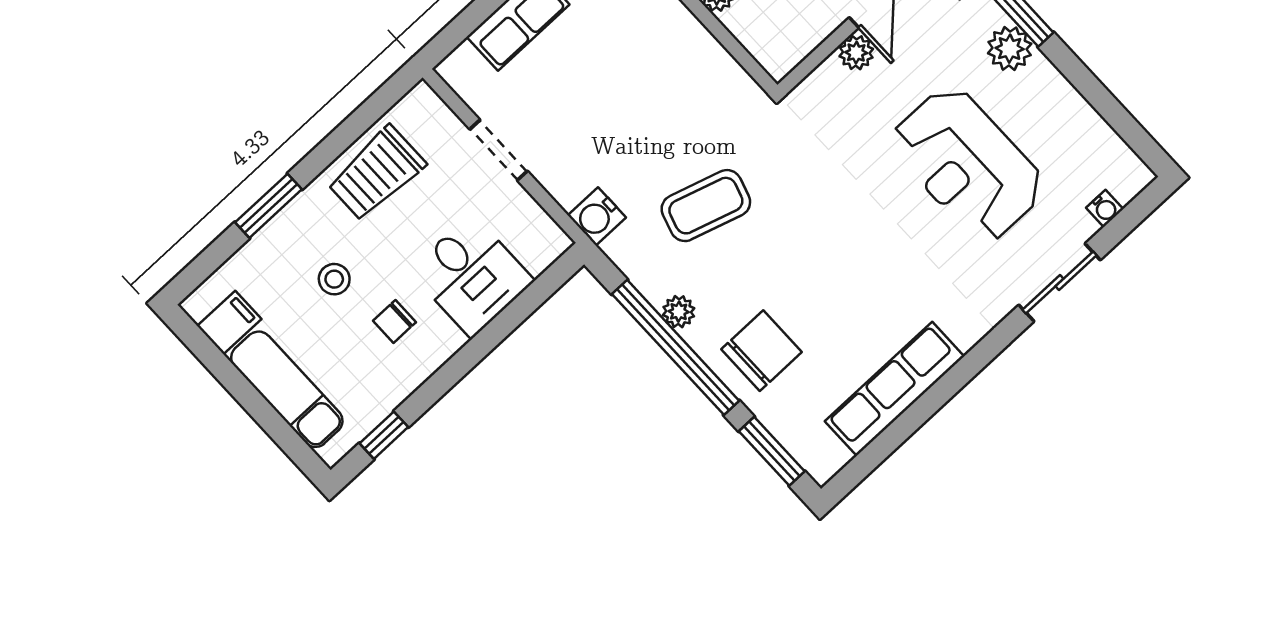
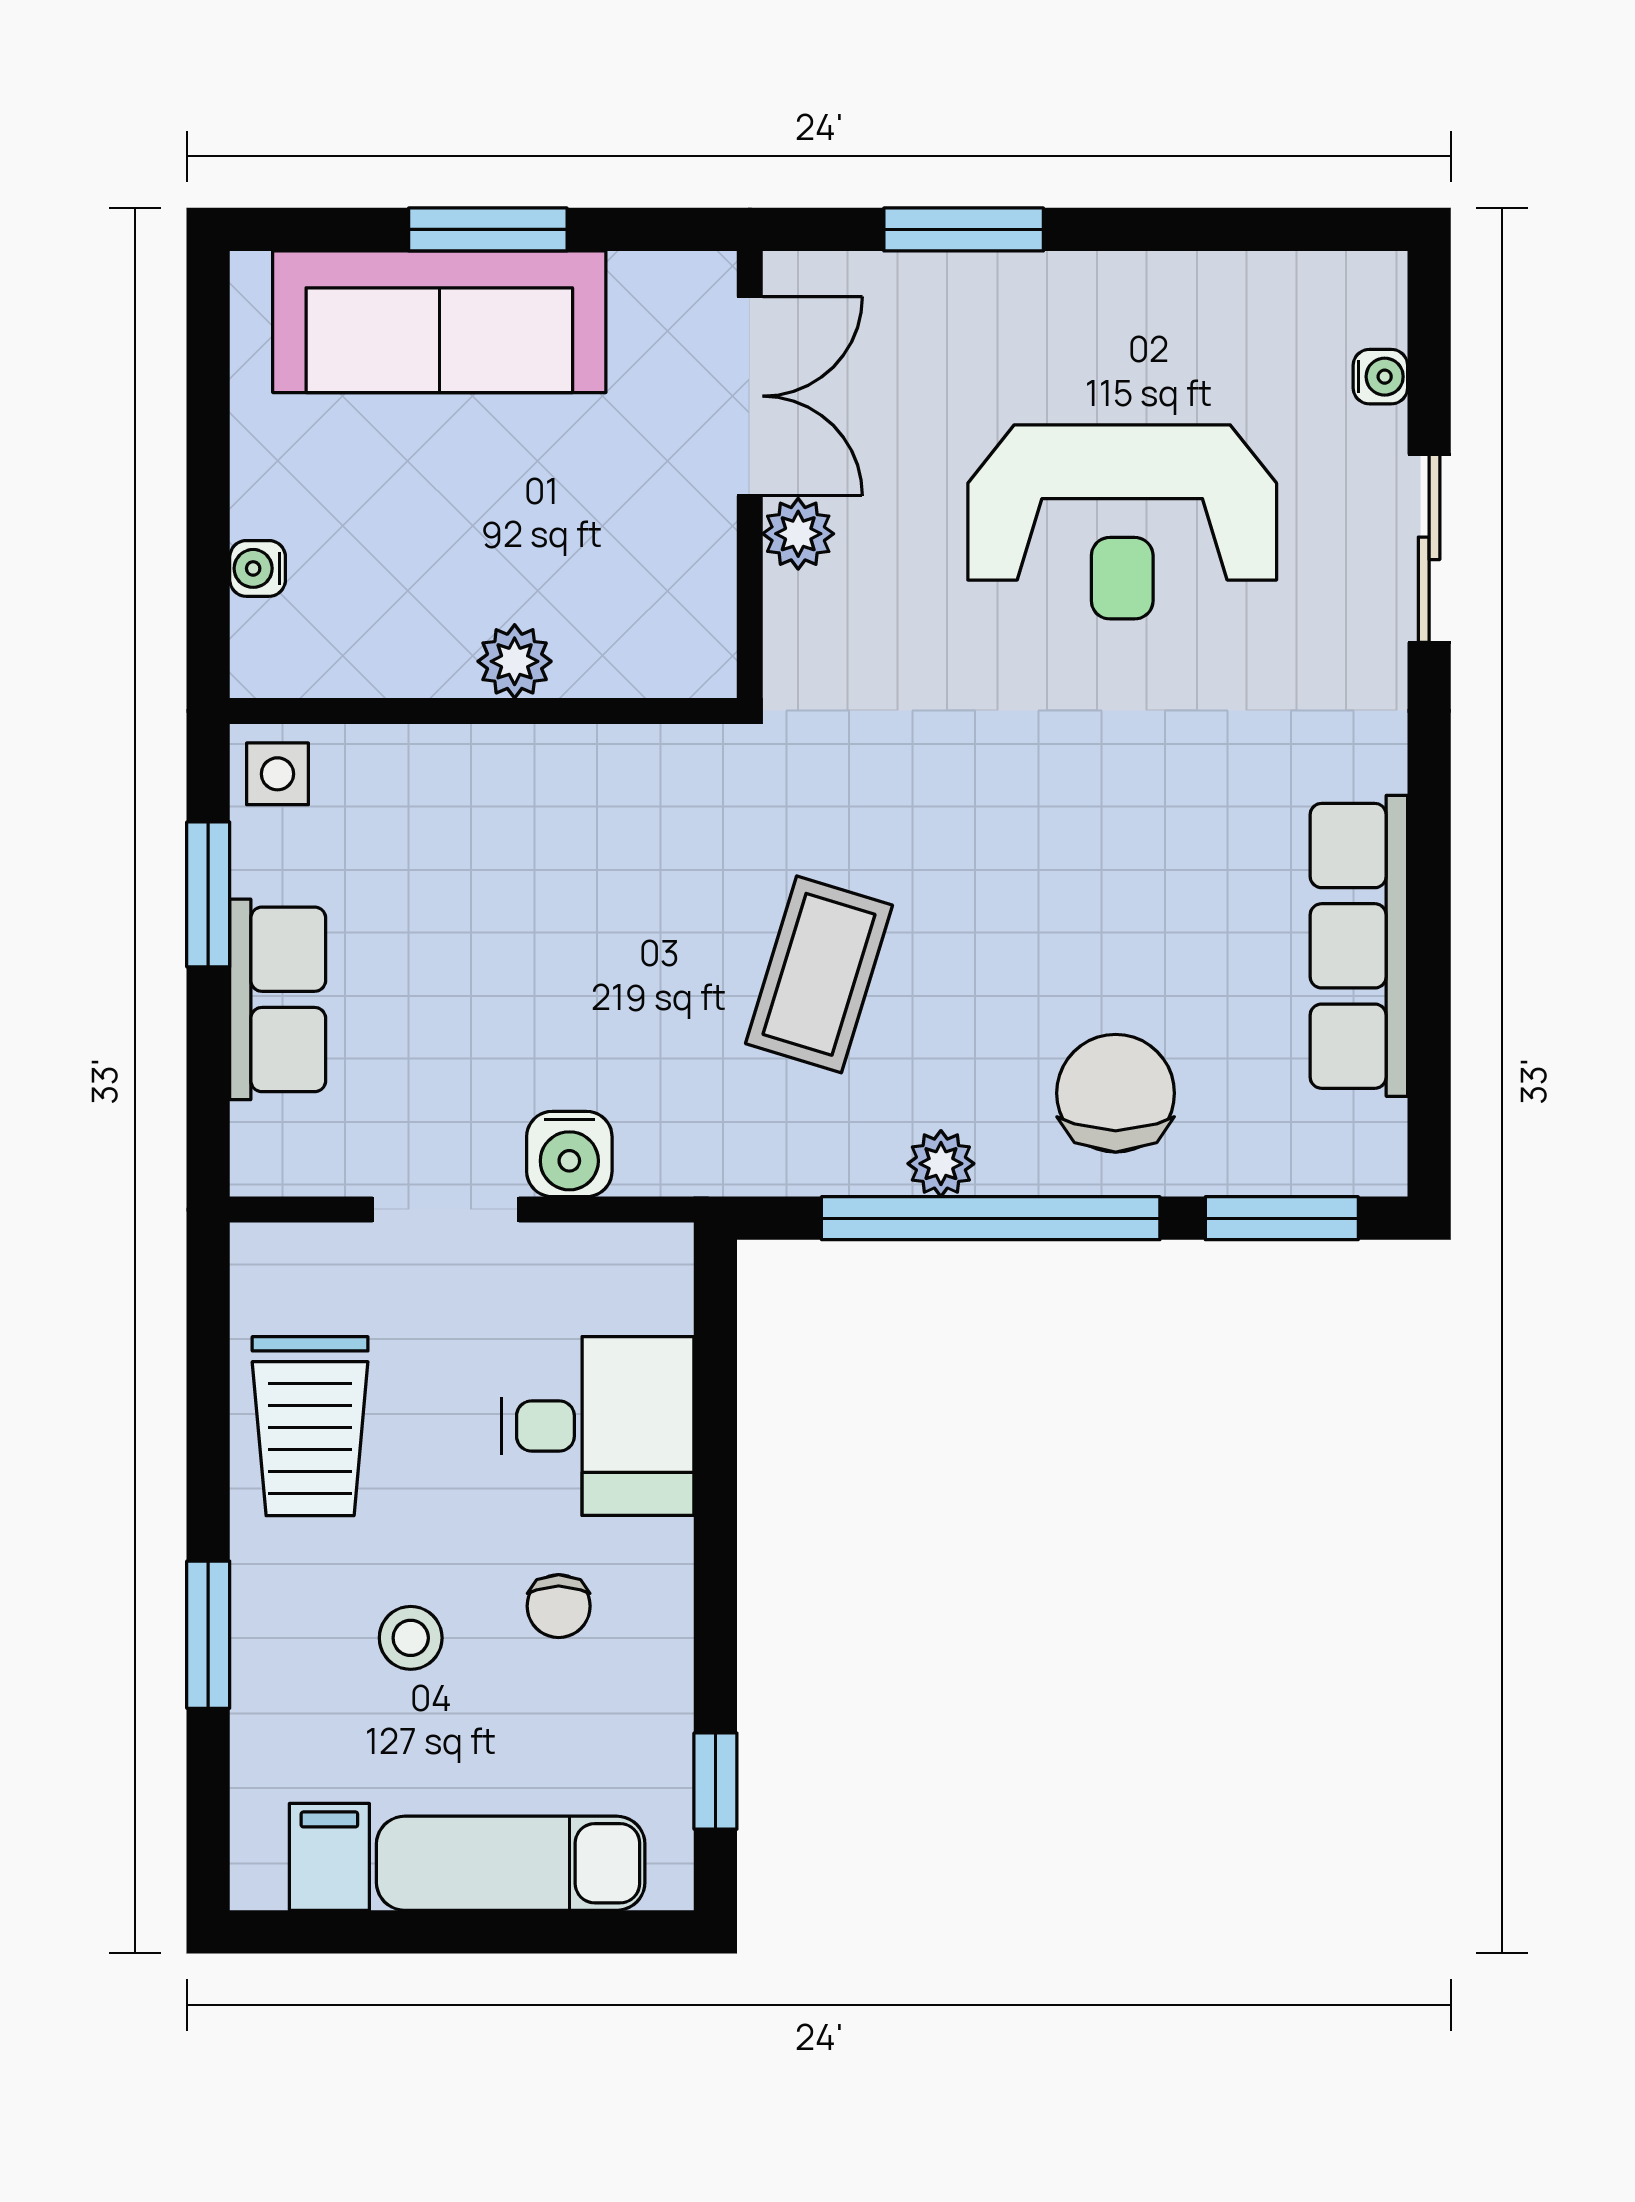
plant: (1010, 49) -> (1006, 297), removed
water cooler: (597, 216) -> (569, 1154), moved

